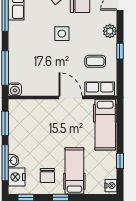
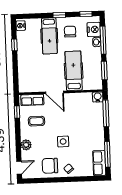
window: (120, 51) -> (17, 112), moved
hospital bed: (105, 125) -> (74, 71), moved

